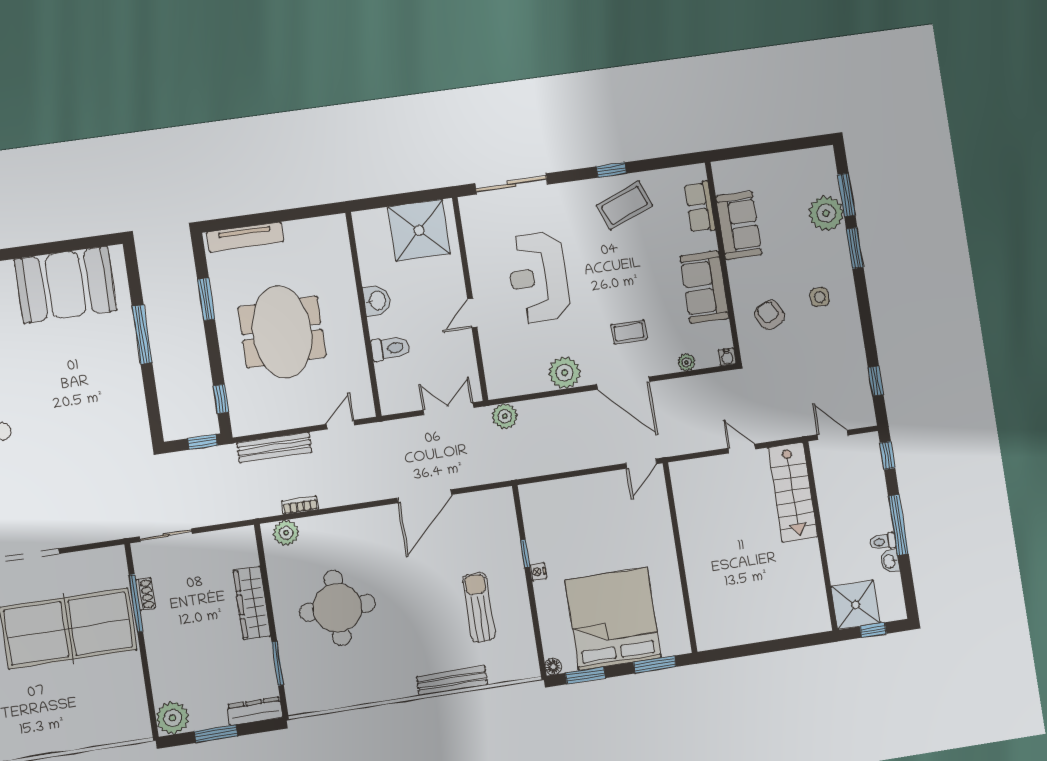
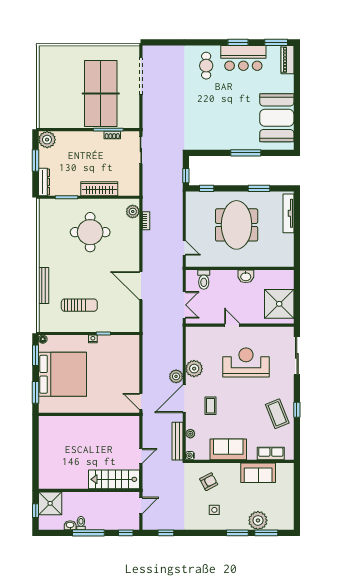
meeting table: (282, 332) -> (237, 225), turned 90
toilet: (390, 348) -> (204, 280), moved
plant: (505, 416) -> (176, 376), moved
bench: (274, 448) -> (177, 441), moved

